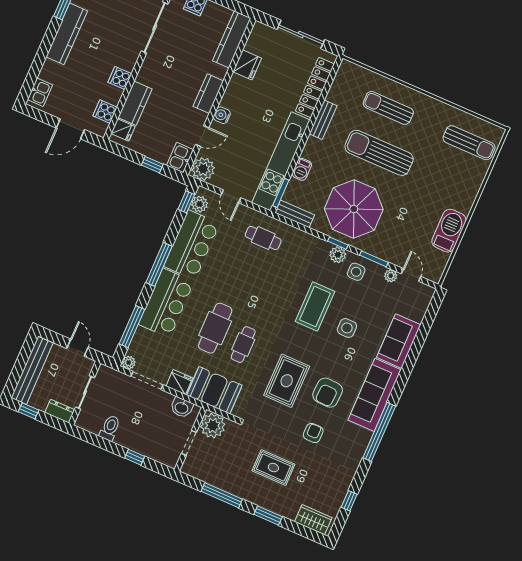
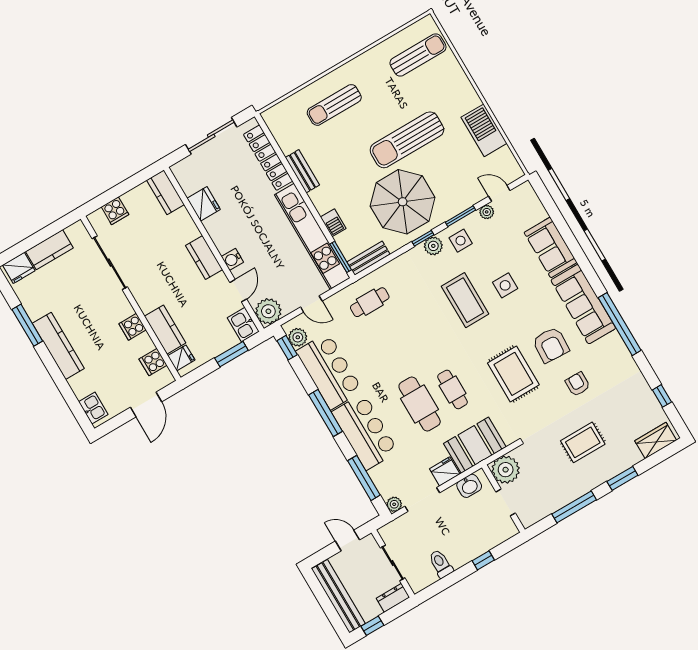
kitchen counter: (232, 39) -> (166, 192), width x0.67
sun lounger: (379, 153) -> (407, 140), moved
window: (152, 165) -> (231, 354), width x1.50

